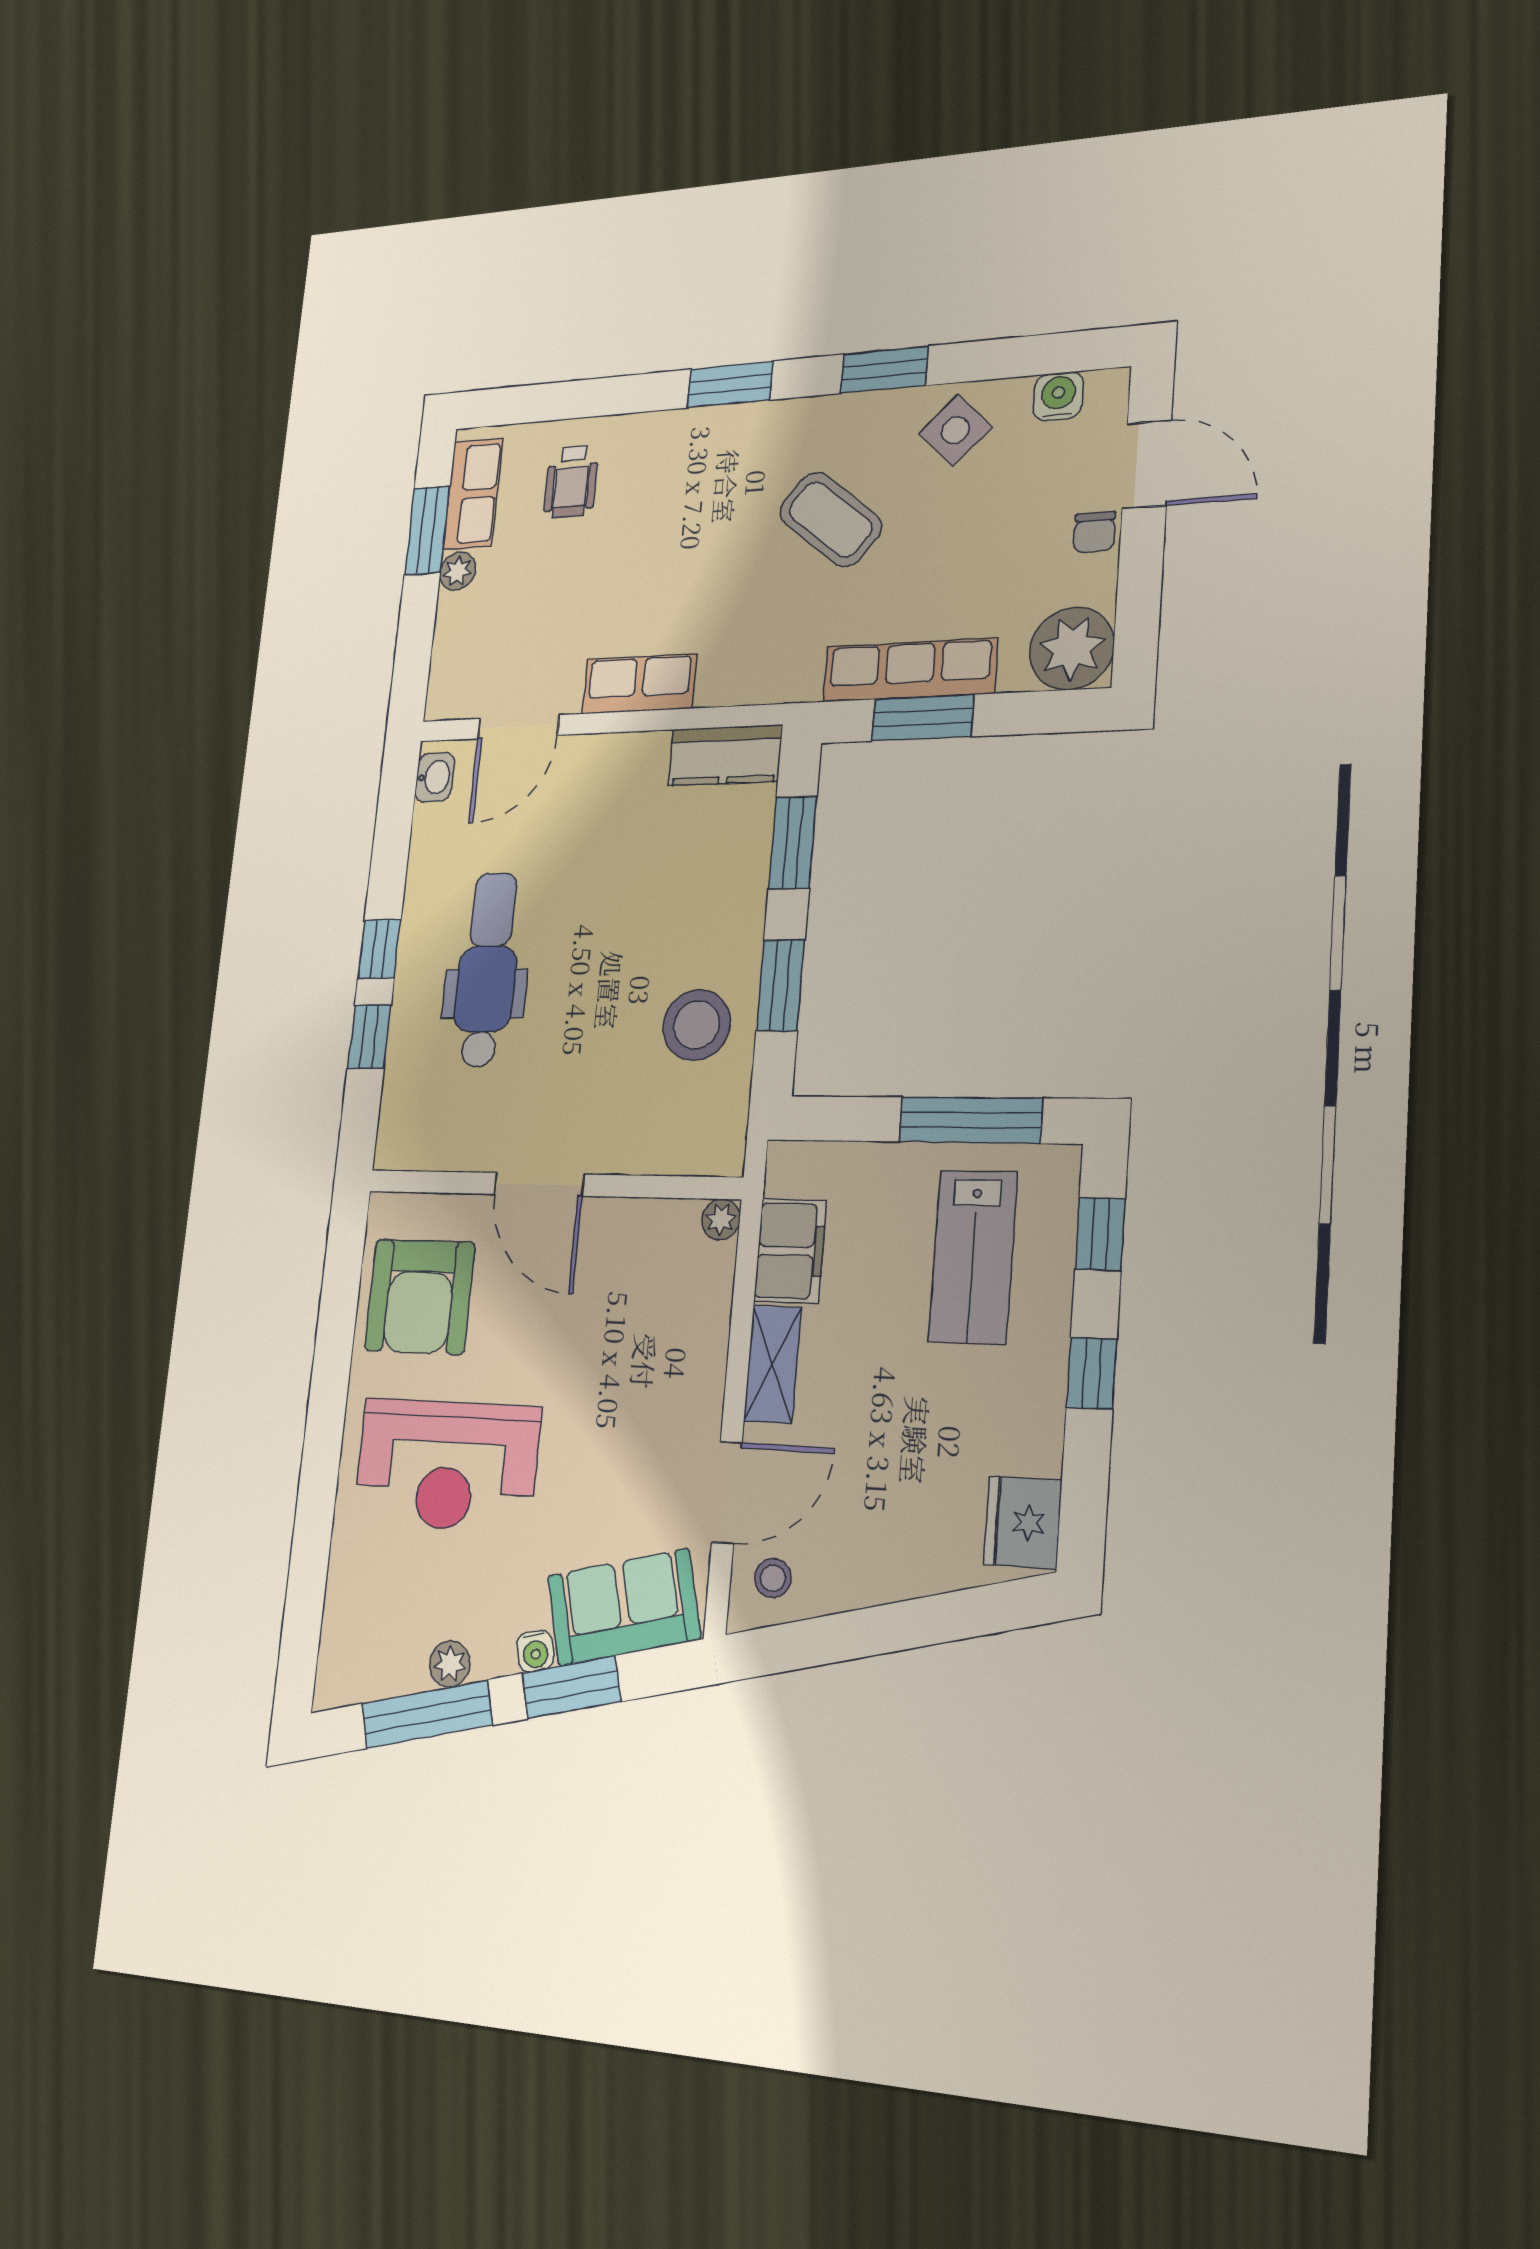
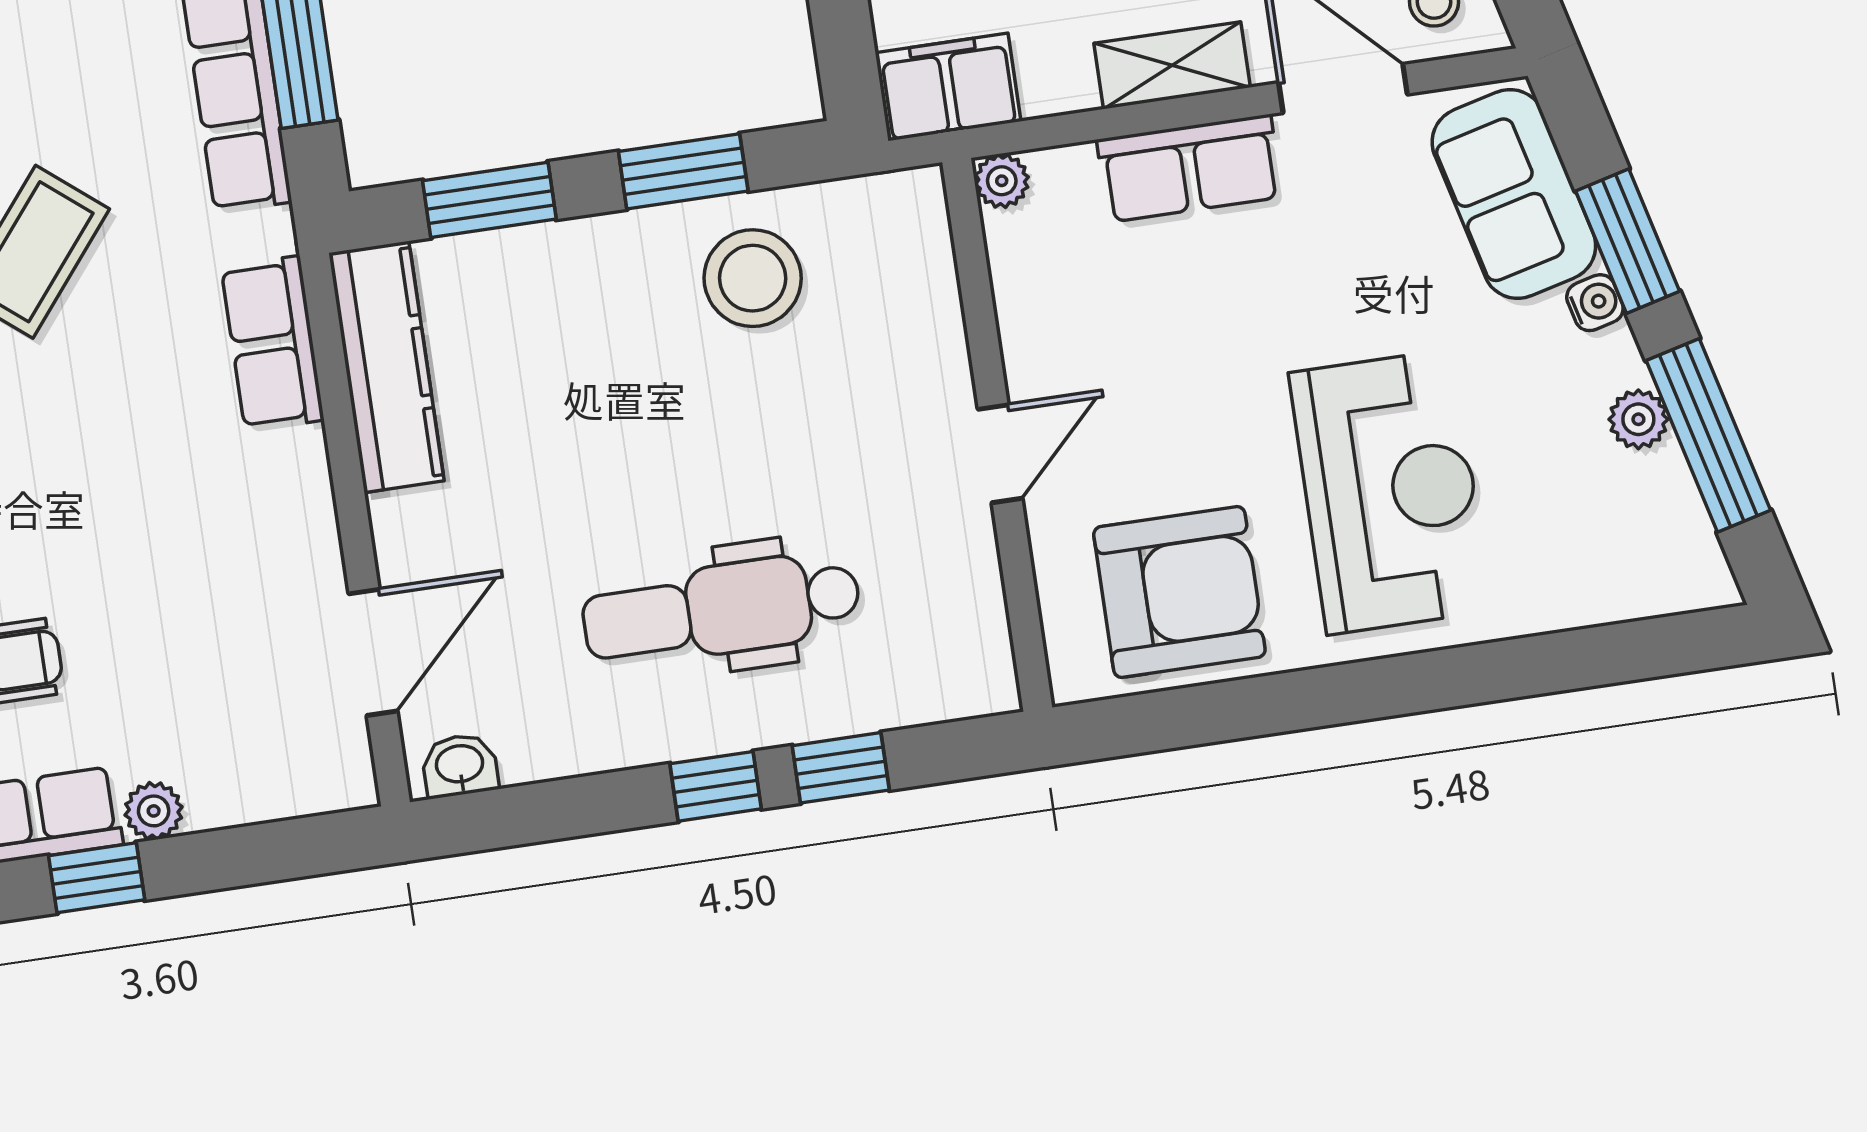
window: (427, 531) -> (97, 878), width x0.67
row of seats: (639, 684) -> (273, 343), moved
door: (518, 727) -> (373, 652), hinge flipped
kitchen counter: (725, 755) -> (386, 367), width x1.50
door: (539, 1184) -> (1000, 454), width x0.73
filing cabinet: (790, 1251) -> (948, 87), moved
row of seats: (698, 1363) -> (1190, 168), added

